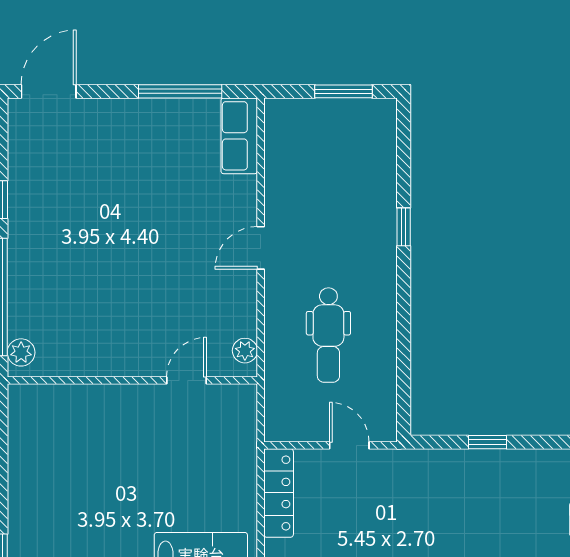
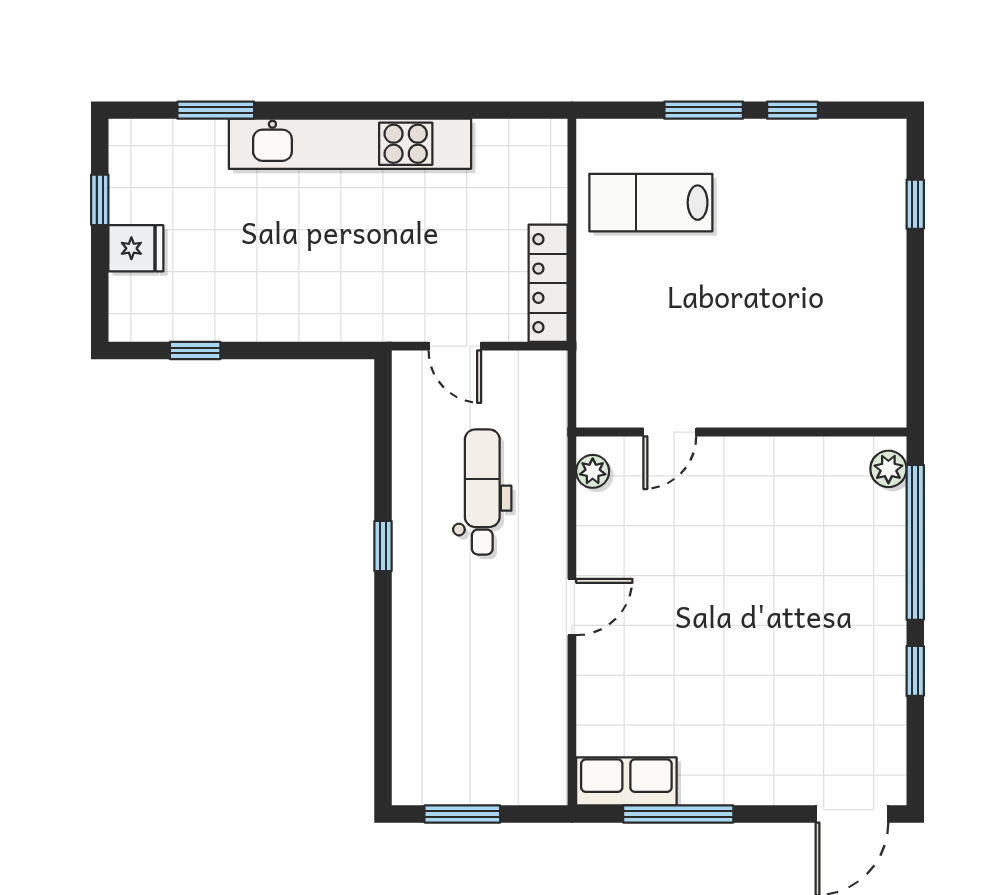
row of seats: (239, 136) -> (626, 781), moved, turned -90
window: (404, 227) -> (383, 546), moved
window: (487, 442) -> (195, 350), moved

